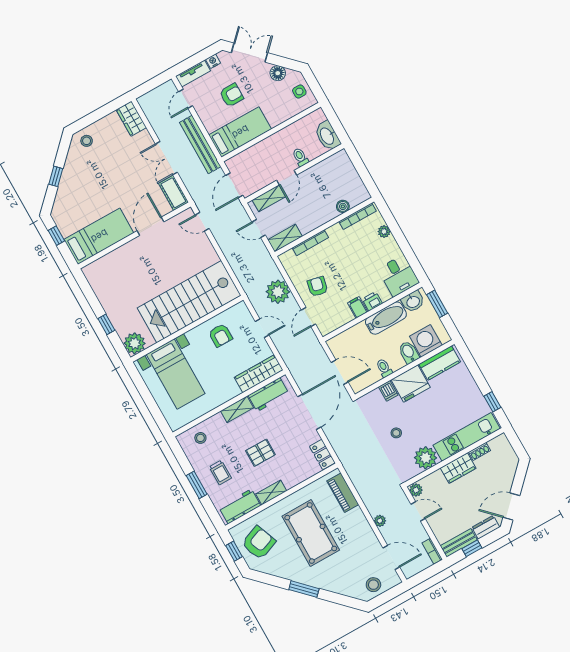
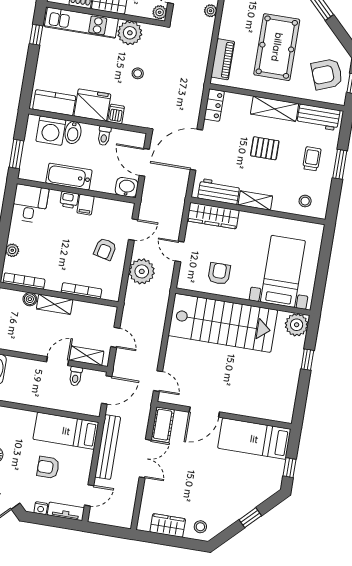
wardrobe: (131, 119) -> (168, 525), moved, turned -90
toilet: (300, 157) -> (76, 376), moved
shelving: (285, 238) -> (55, 304), moved
washbasin: (413, 302) -> (127, 187), moved
shelving: (271, 492) -> (275, 109), width x1.50, depth x1.33

